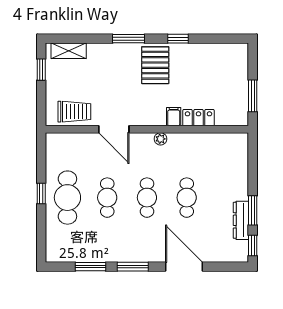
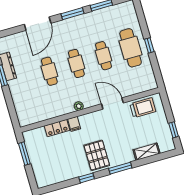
shelving: (69, 51) -> (147, 152), moved
trolley: (74, 112) -> (143, 108), turned 180
door: (184, 267) -> (38, 24), hinge flipped

